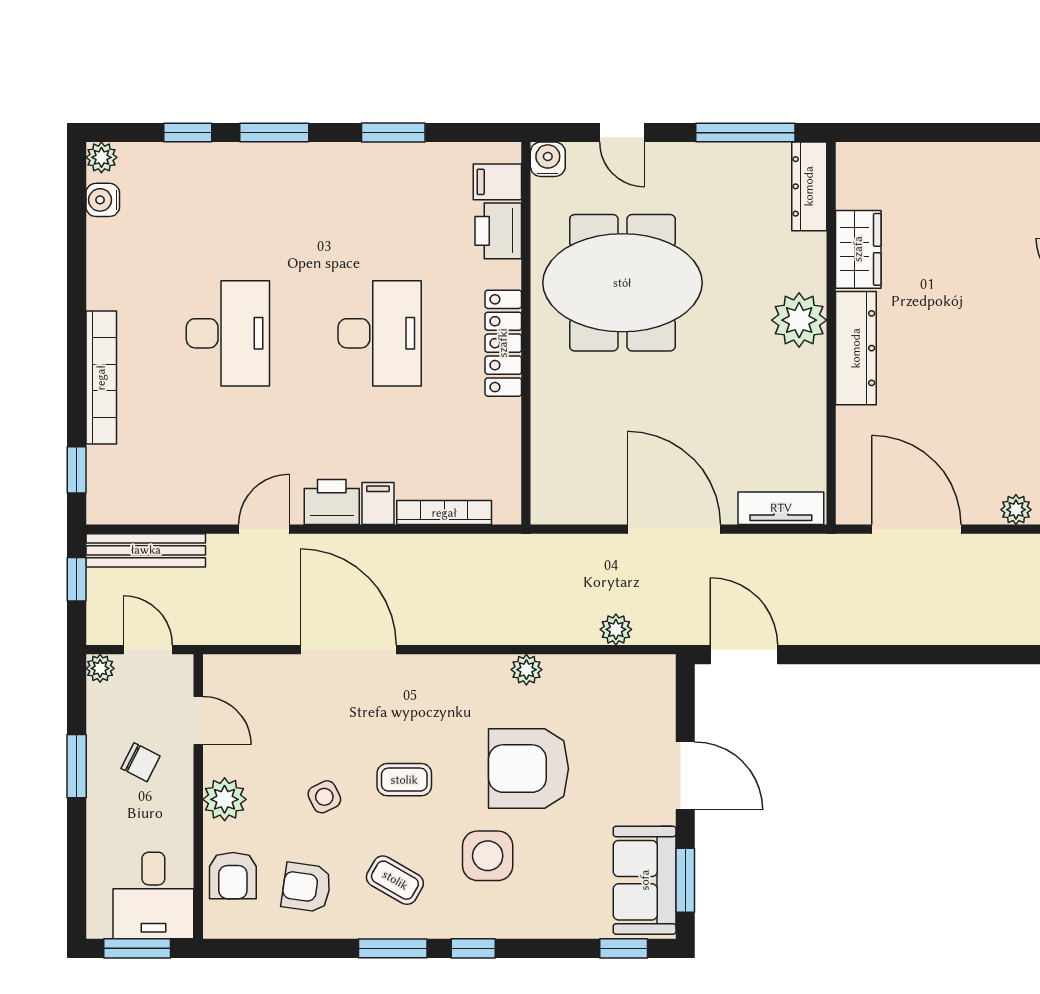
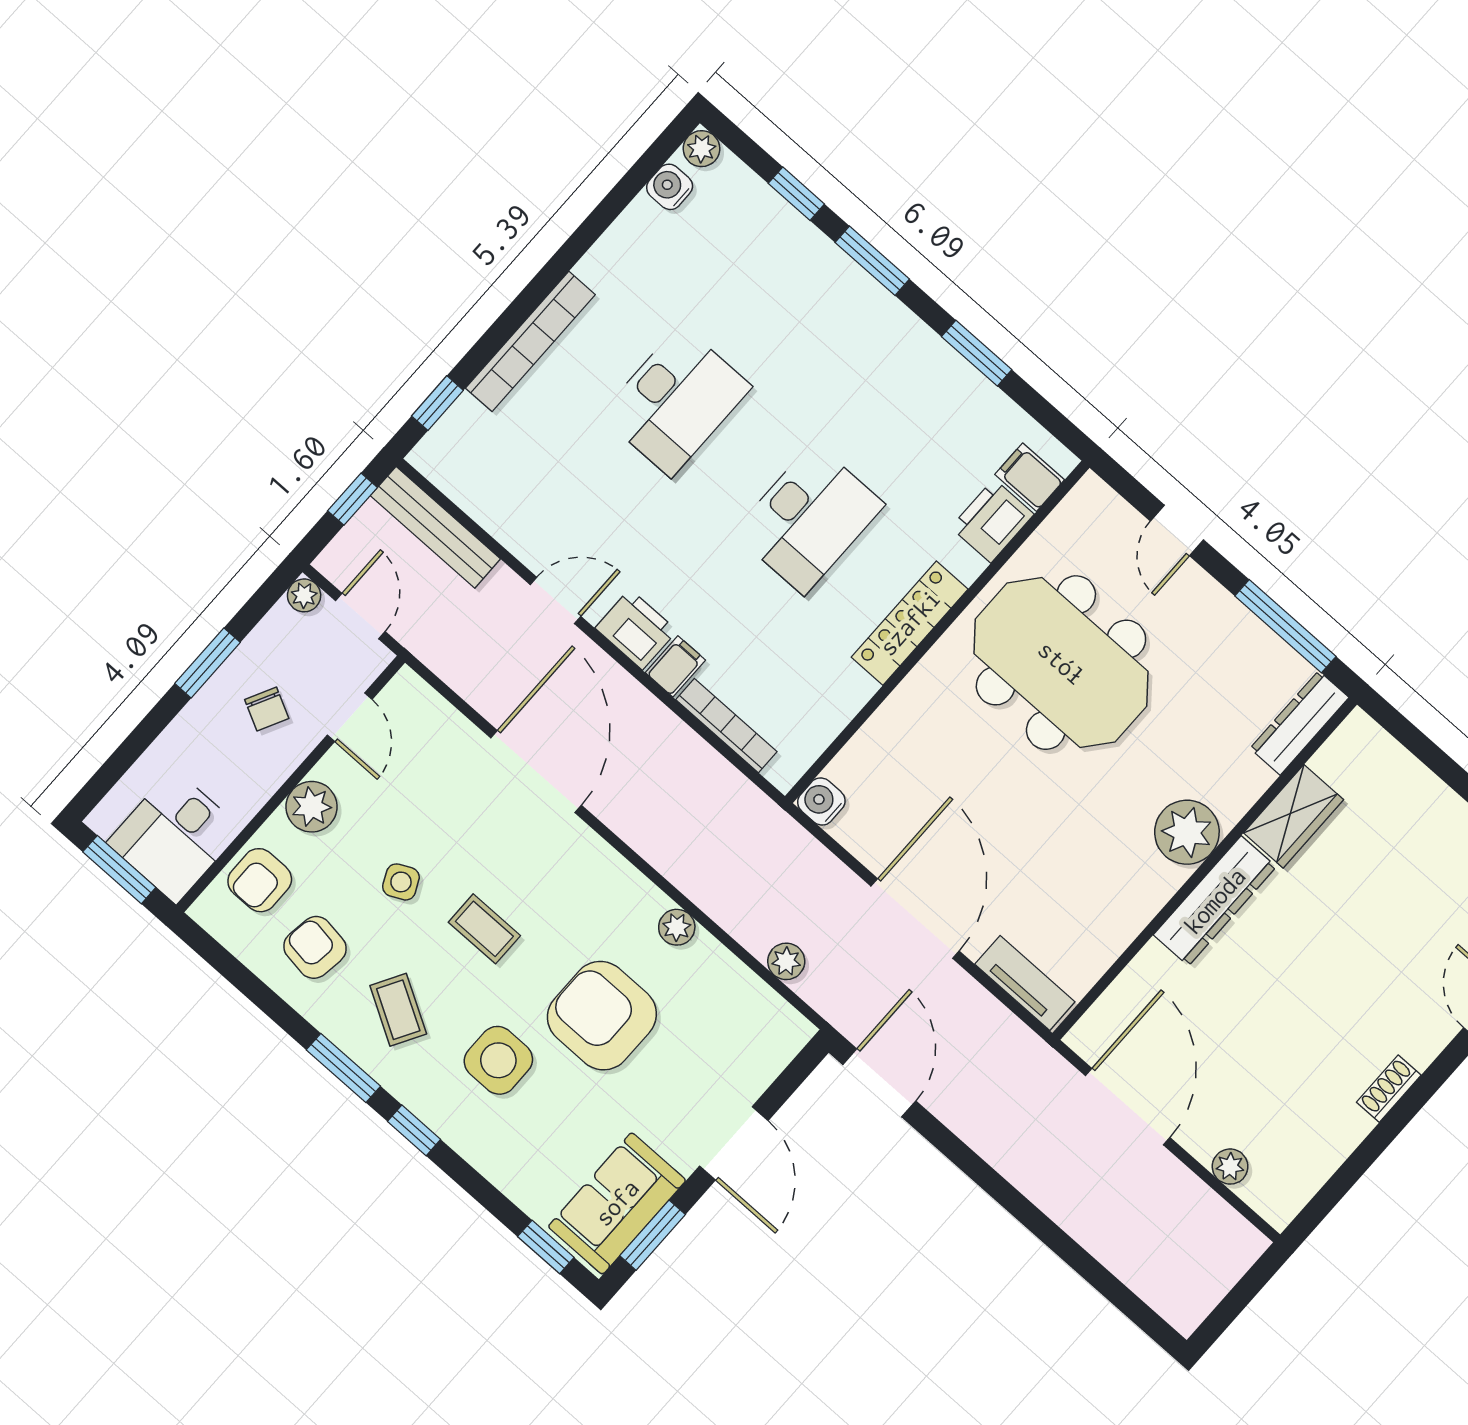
water cooler: (548, 159) -> (821, 801), moved, turned -90

